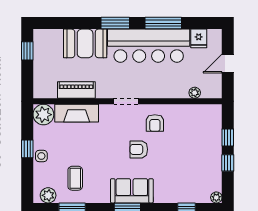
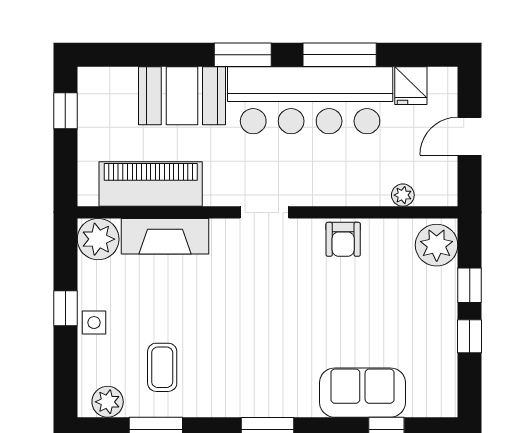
piano: (76, 90) -> (151, 184), width x1.37, depth x1.33
armchair: (155, 123) -> (343, 239), moved
armchair: (139, 149) -> (290, 309), removed
sofa: (132, 191) -> (362, 393), moved
plant: (216, 197) -> (437, 245), moved, width x1.87, depth x1.87

